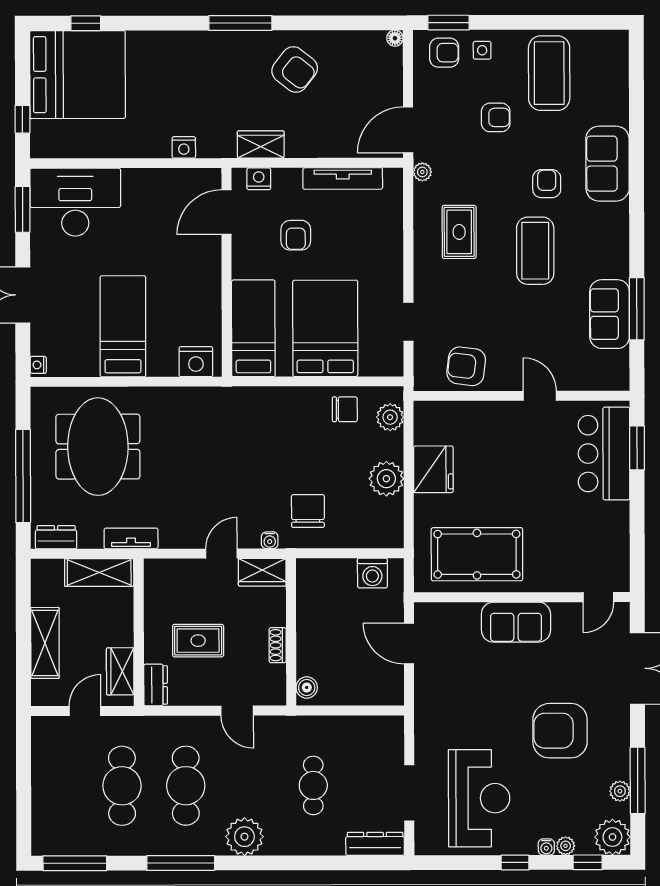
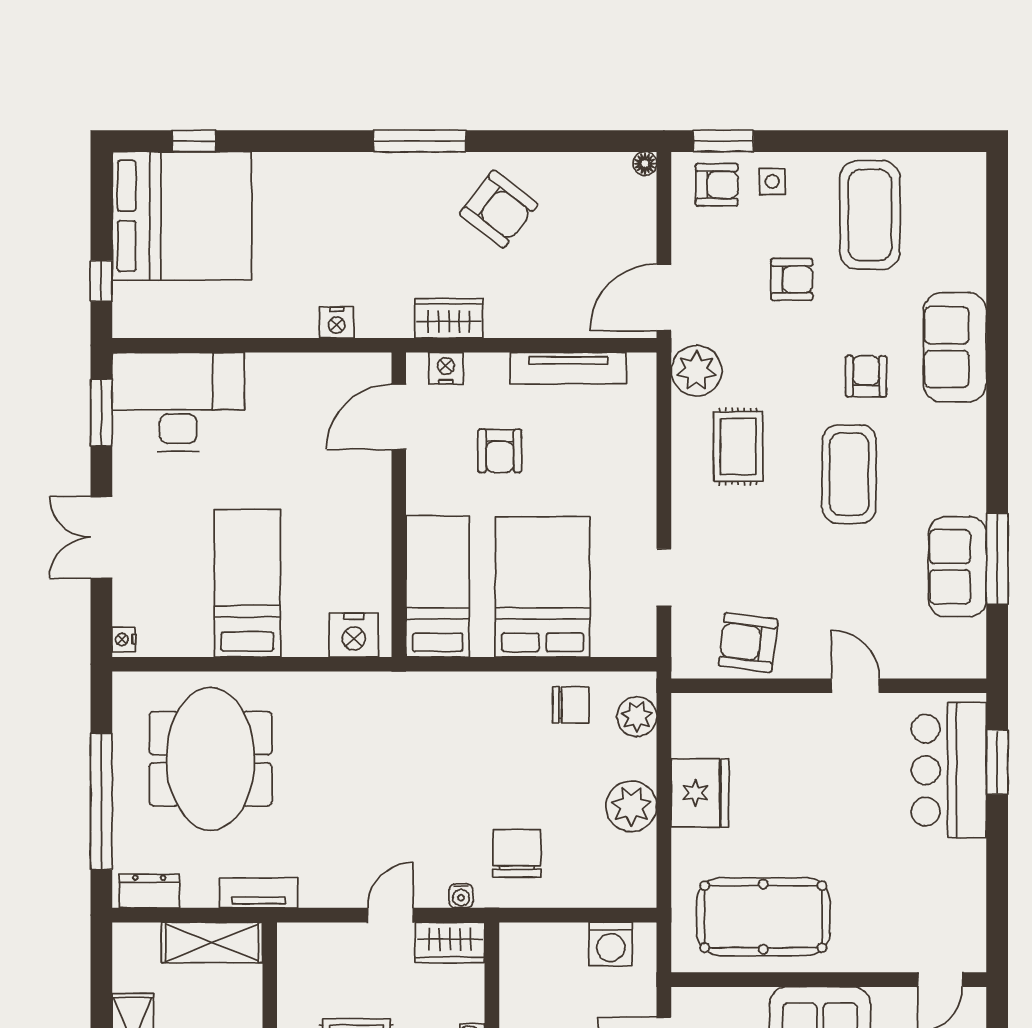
plant: (422, 172) -> (696, 371), width x1.87, depth x1.87

